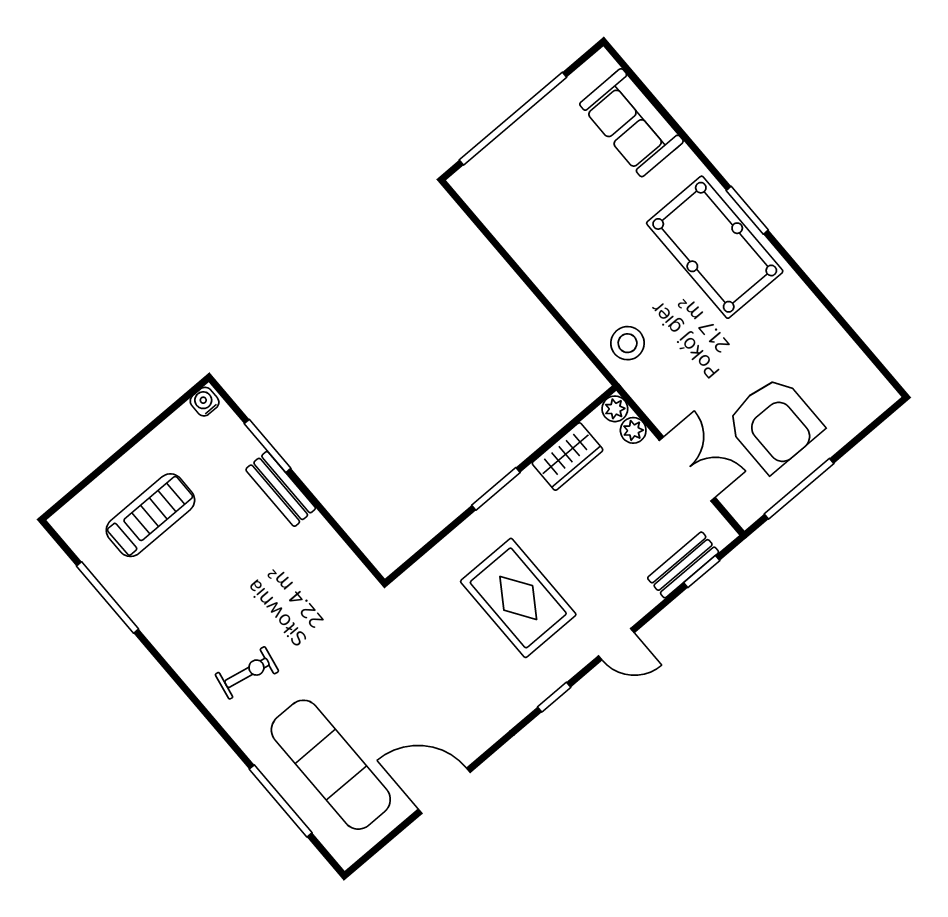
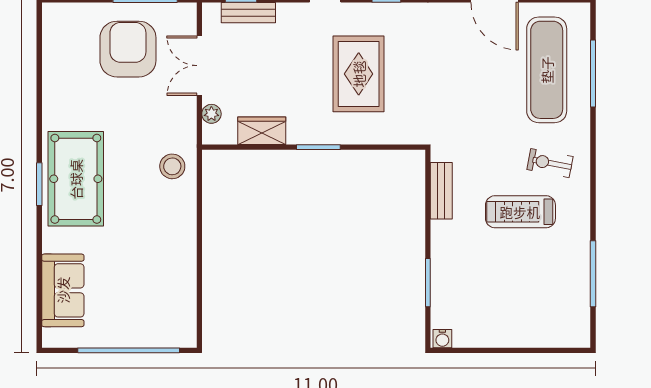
plant: (615, 409) -> (211, 135), removed
bench: (281, 489) -> (441, 191), moved
treadmill: (150, 515) -> (520, 212), moved

